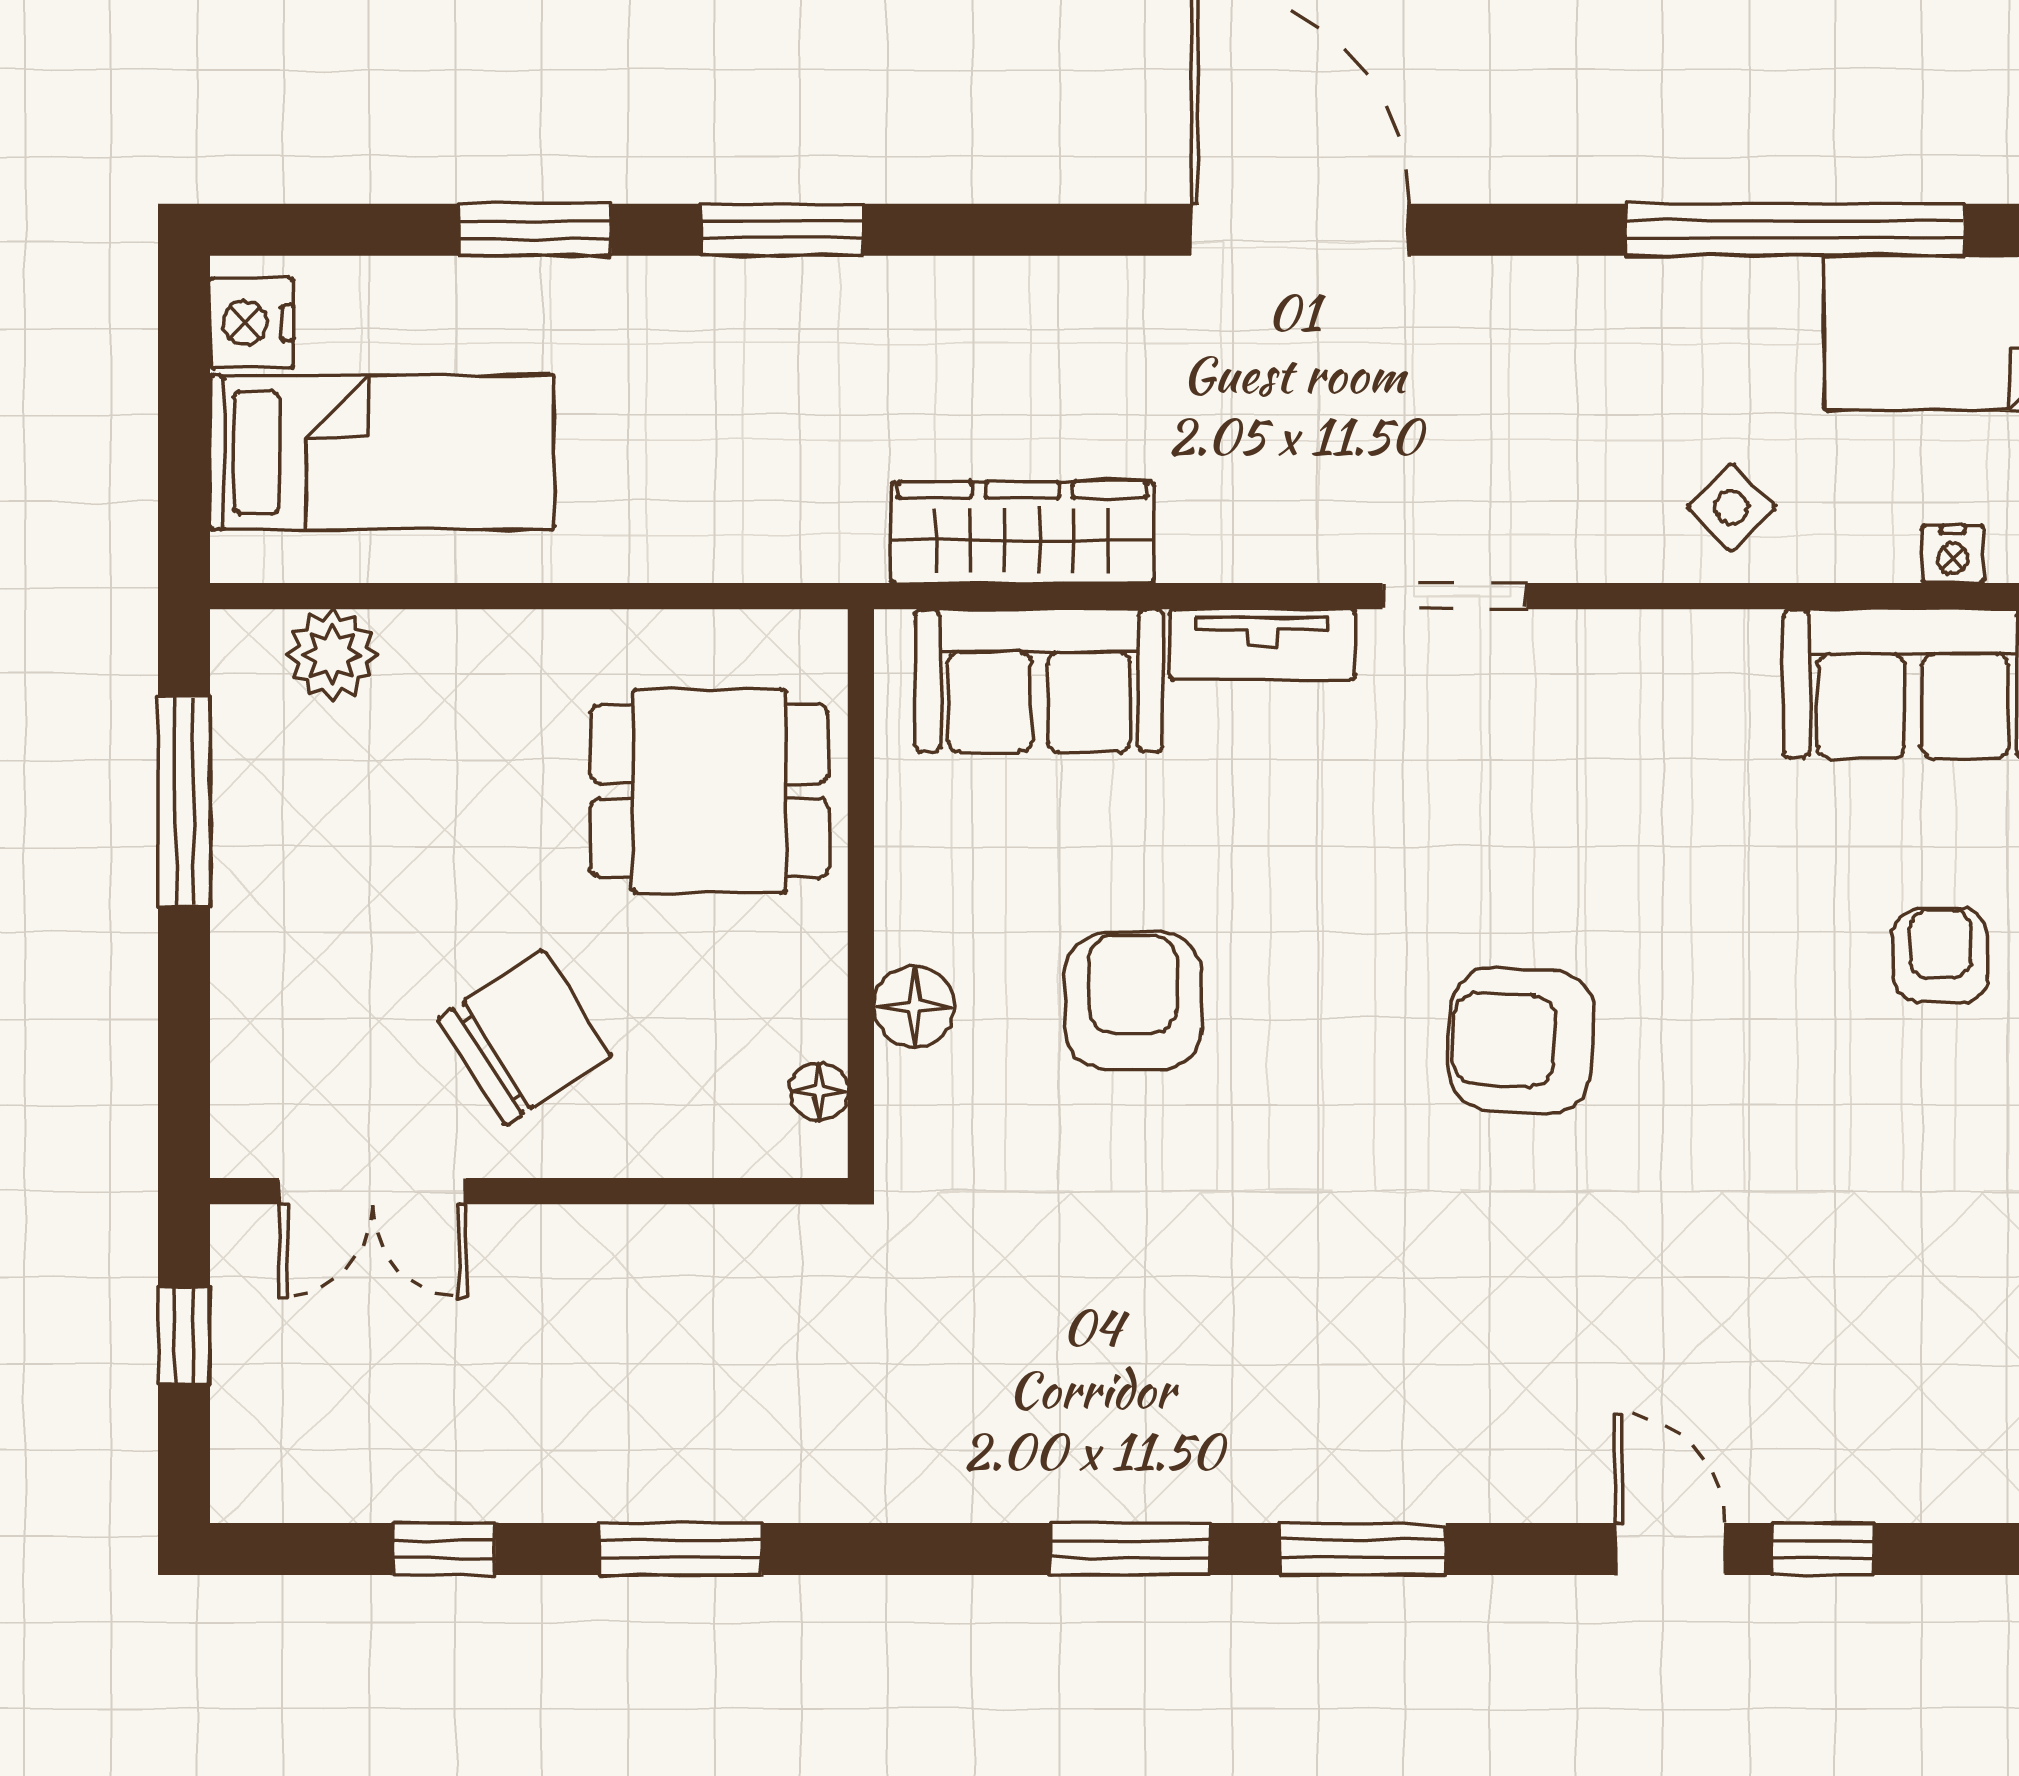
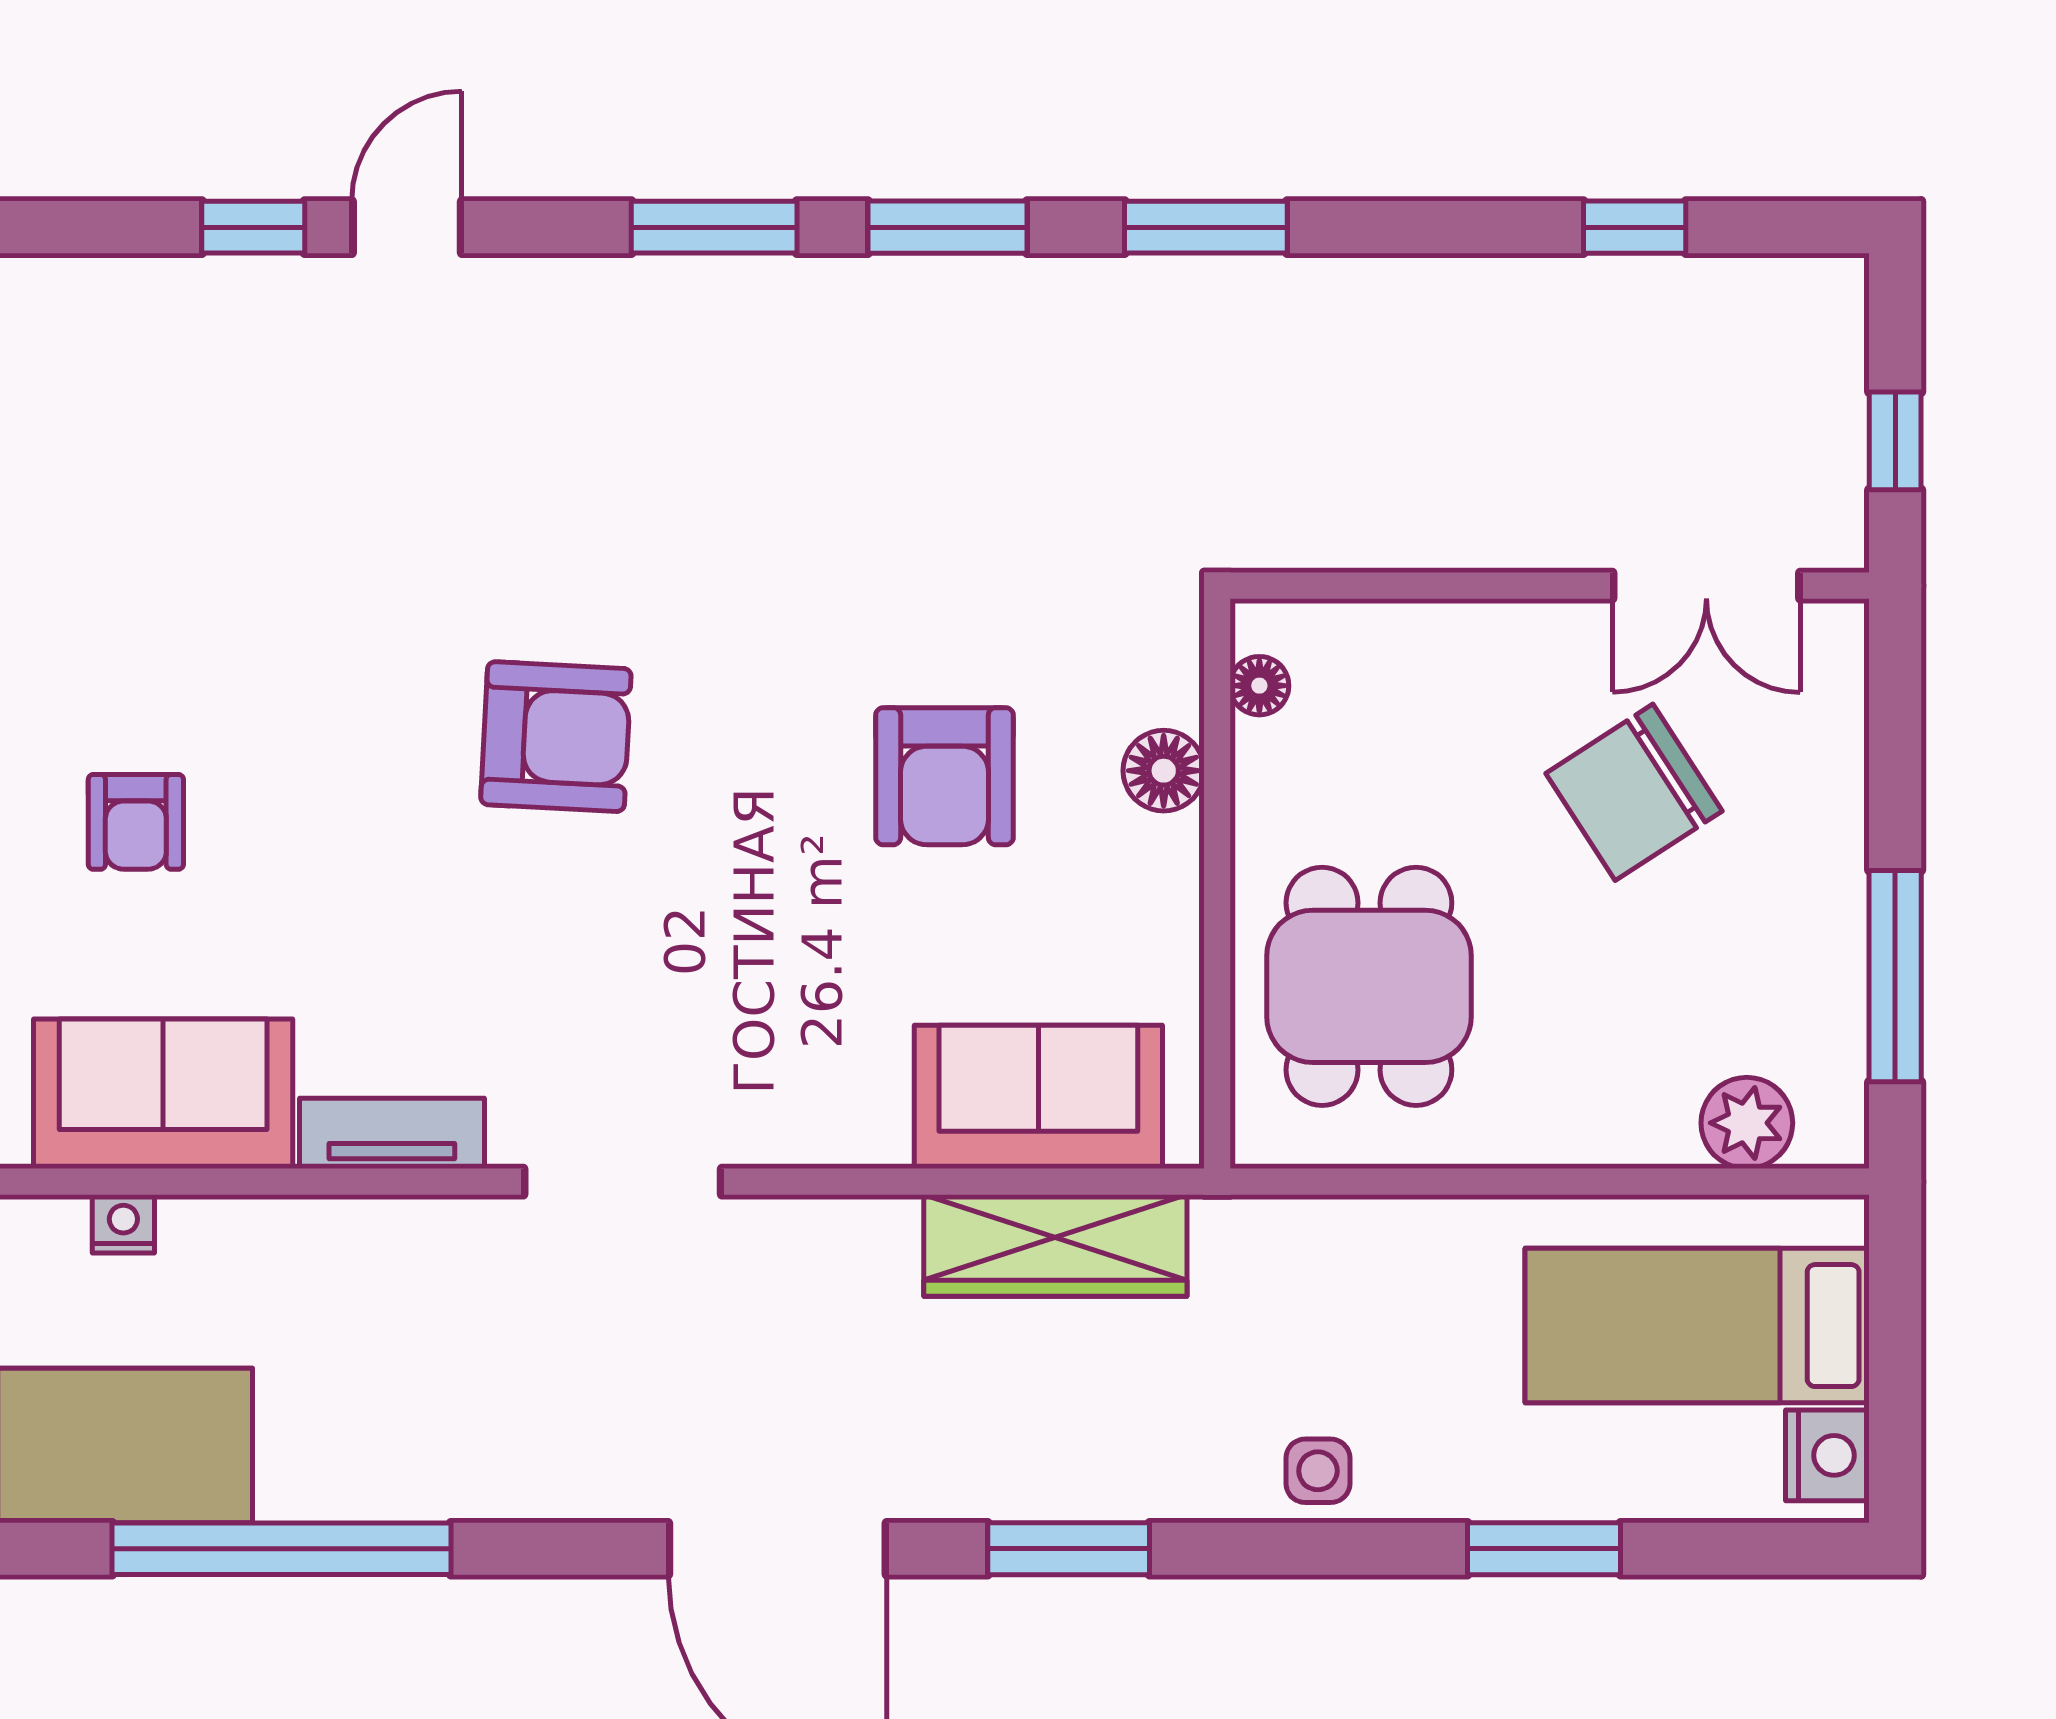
window: (783, 230) -> (1069, 1549), moved
side table: (1731, 507) -> (1318, 1471), moved, turned 45
doorway: (1454, 596) -> (623, 1182), width x1.38
tv unit: (1262, 644) -> (392, 1133), moved
dining table: (709, 791) -> (1369, 986), turned 90
chair: (524, 1038) -> (1634, 792), moved
double door: (373, 1191) -> (1706, 586), swing flipped
window: (680, 1549) -> (1206, 227), moved
door: (1670, 1549) -> (407, 227), swing flipped

